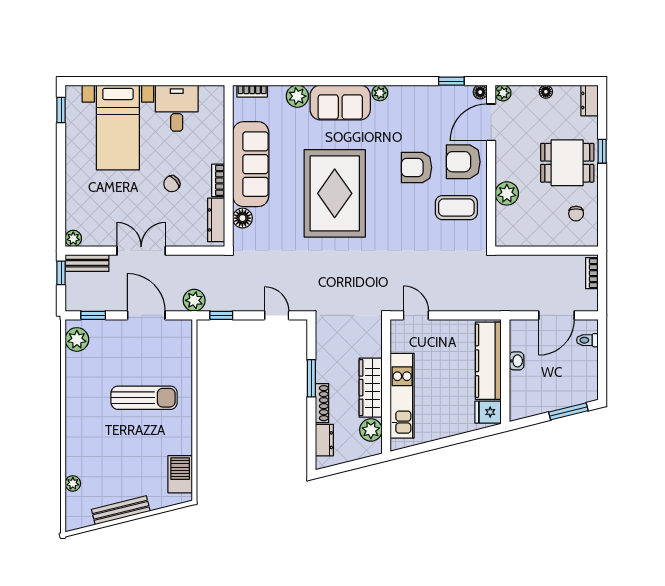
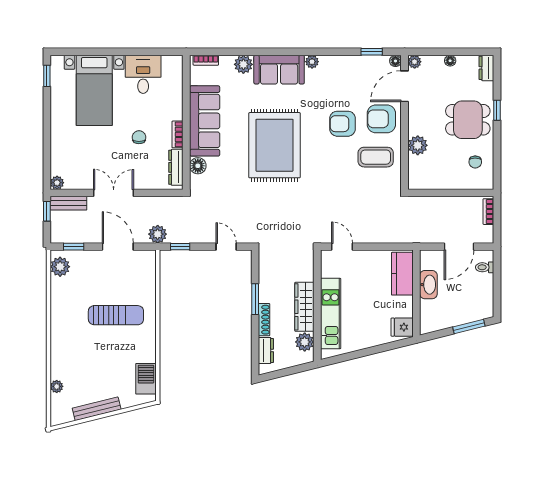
chair: (172, 184) -> (139, 137), turned 130
kitchen counter: (488, 361) -> (402, 274), width x0.67
washbasin: (517, 361) -> (428, 285), width x1.91, depth x1.45

